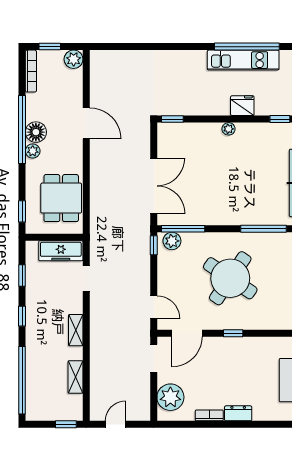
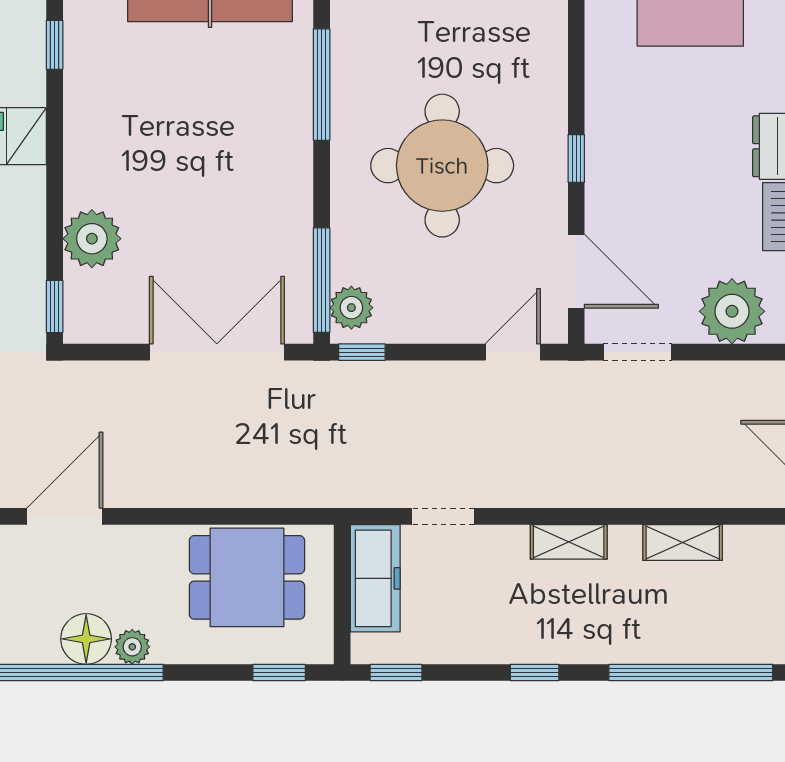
plant: (229, 129) -> (92, 239), moved, width x1.87, depth x1.87
window: (22, 276) -> (396, 673), moved
round table: (230, 278) -> (442, 166), turned -34

